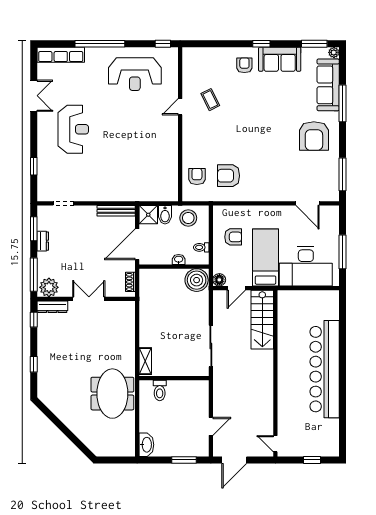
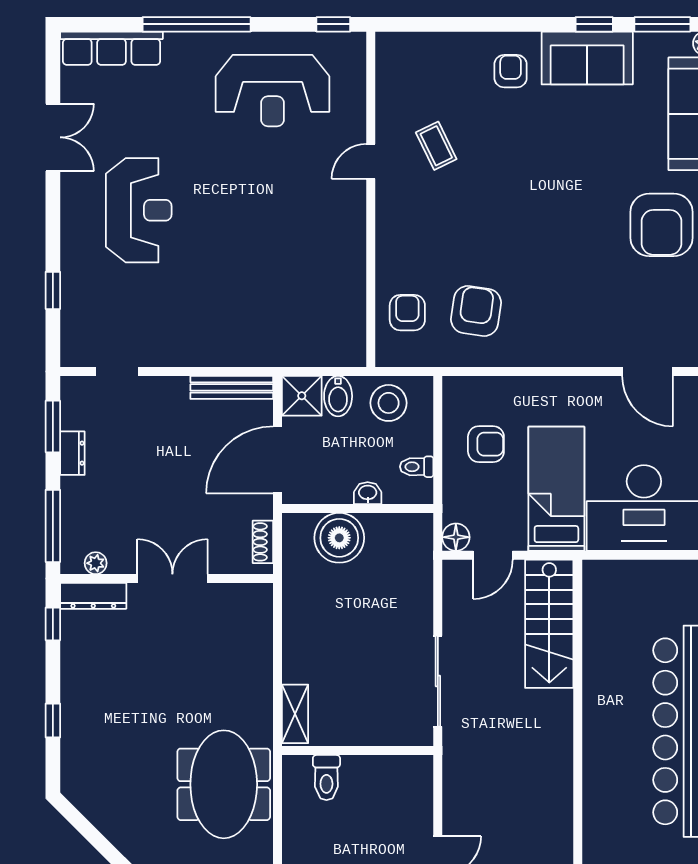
window: (261, 44) -> (594, 24), moved
armchair: (229, 176) -> (476, 311), turned 98
boiler: (197, 280) -> (339, 538), moved
plant: (49, 287) -> (96, 563), width x0.53, depth x0.53

